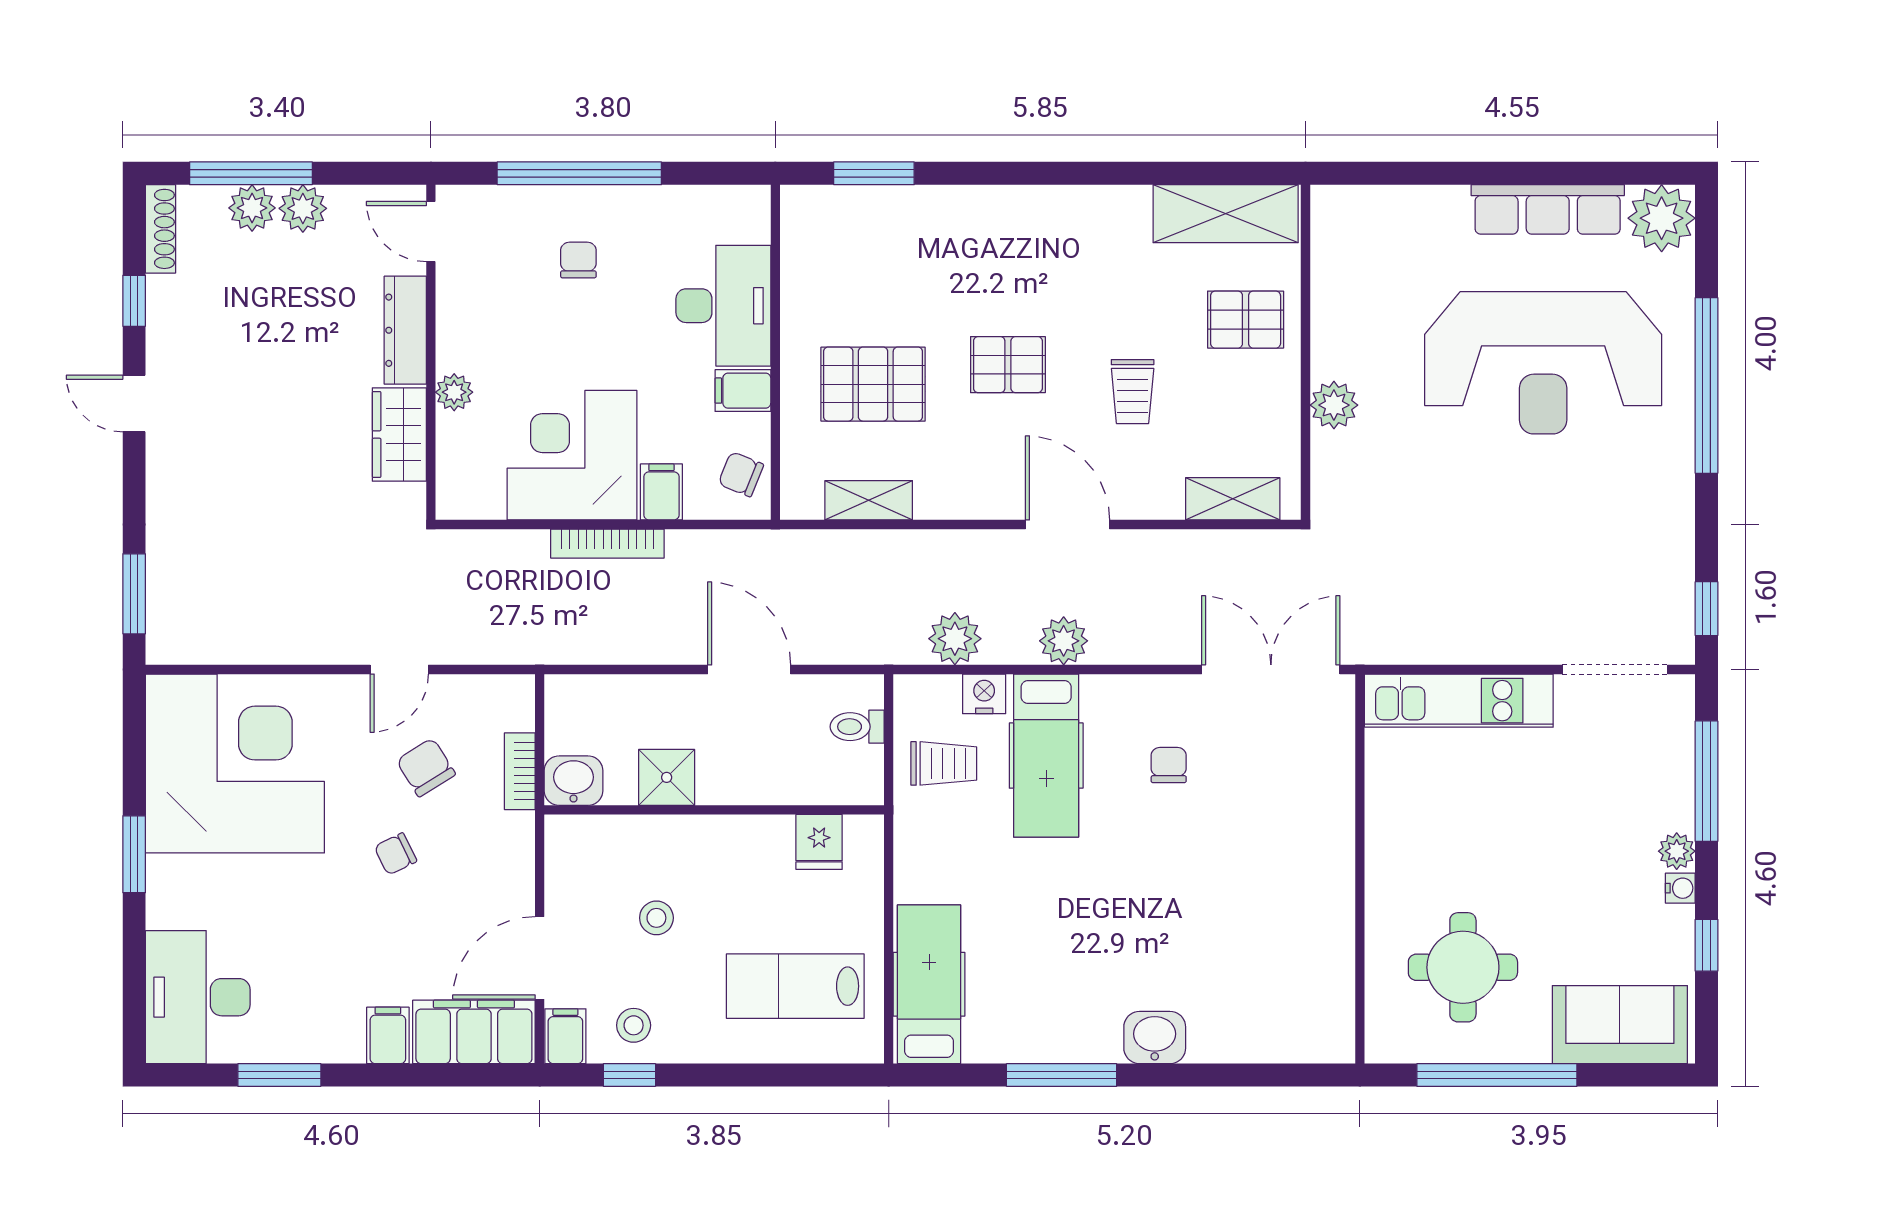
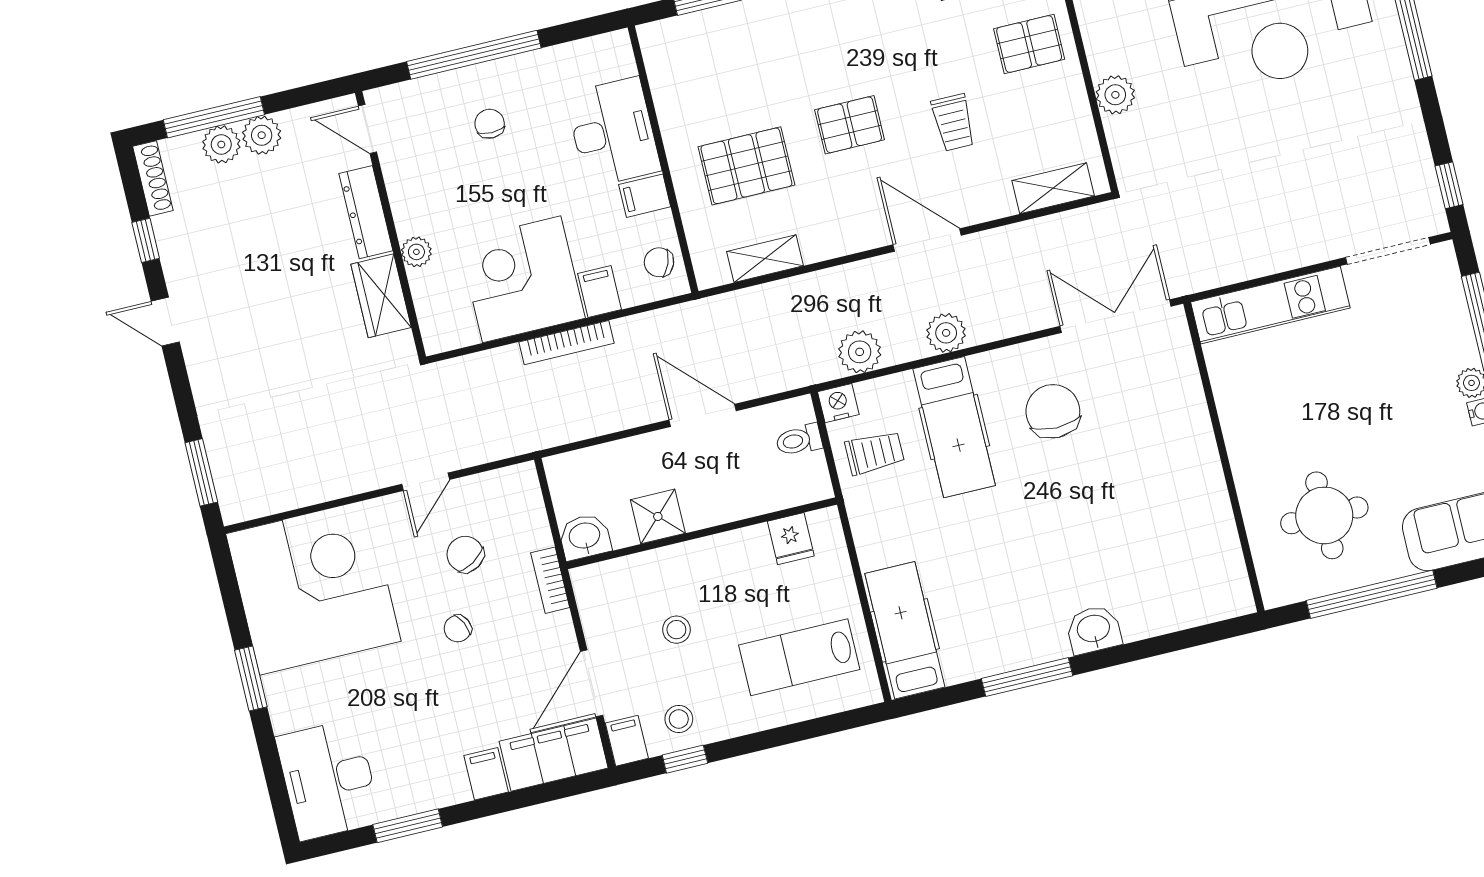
nightstand: (984, 694) -> (838, 403), moved
chair: (1169, 765) -> (1053, 411), width x1.87, depth x1.87
bookcase: (520, 771) -> (550, 580), moved

